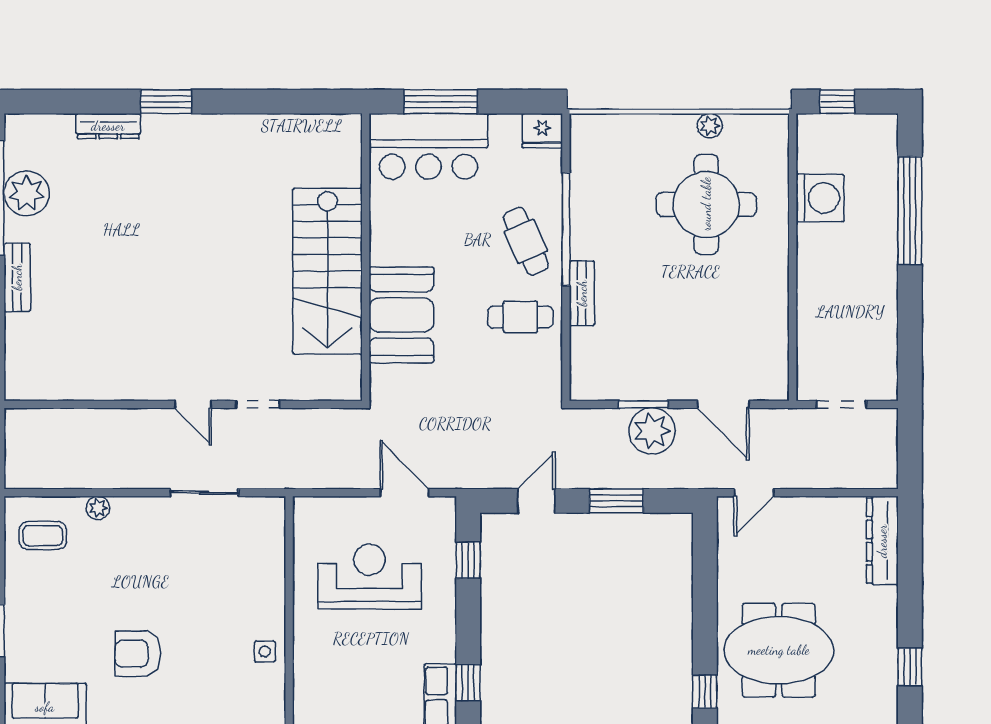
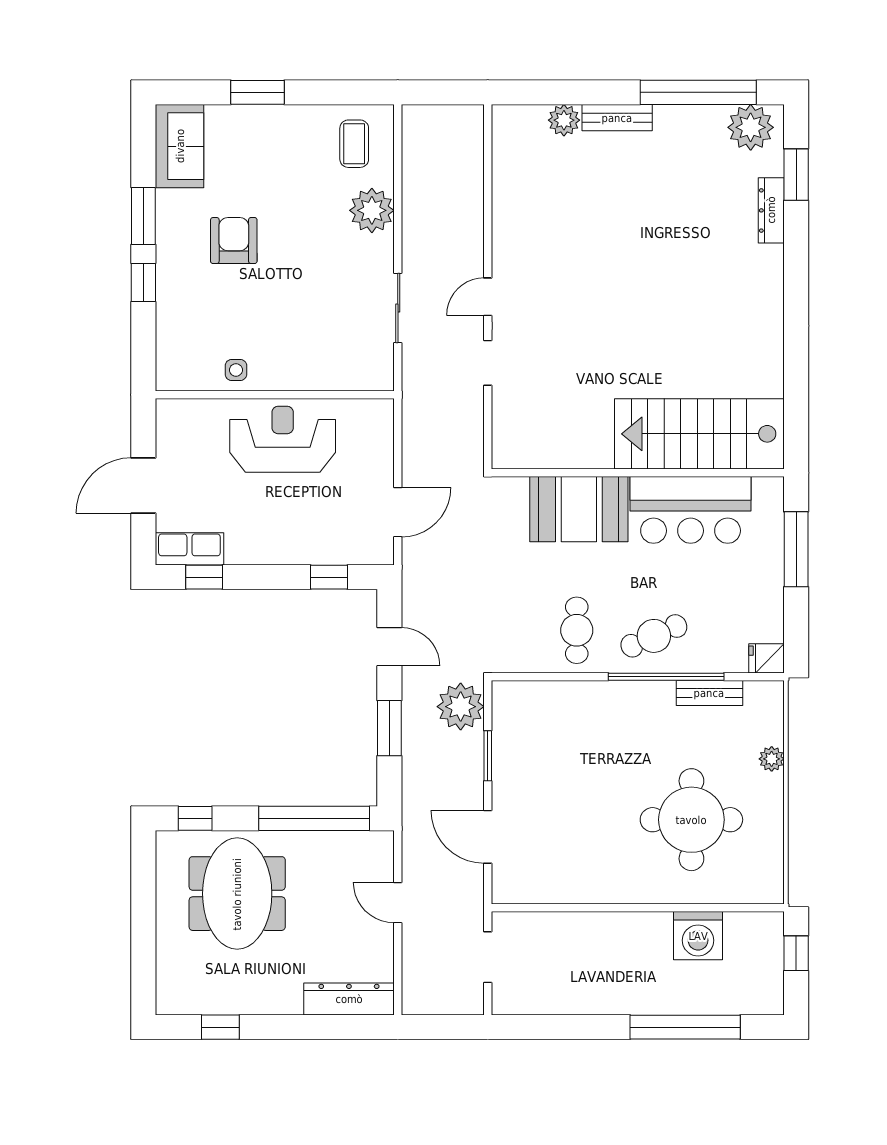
window: (166, 102) -> (796, 175), moved
plant: (710, 126) -> (772, 759), moved
fridge: (542, 131) -> (767, 658), width x0.72
bar counter: (429, 146) -> (691, 510), moved, turned -90
plant: (27, 193) -> (751, 127), moved
stairs: (328, 271) -> (699, 434), moved
bench: (582, 293) -> (709, 693), moved
plant: (20, 330) -> (564, 120), added
door: (723, 404) -> (488, 837), hinge flipped
plant: (652, 431) -> (461, 707), moved
door: (754, 493) -> (398, 903), moved
plant: (98, 508) -> (372, 210), width x1.88, depth x1.88
window: (705, 575) -> (314, 818), added
reception desk: (370, 577) -> (283, 439), moved, turned -90

